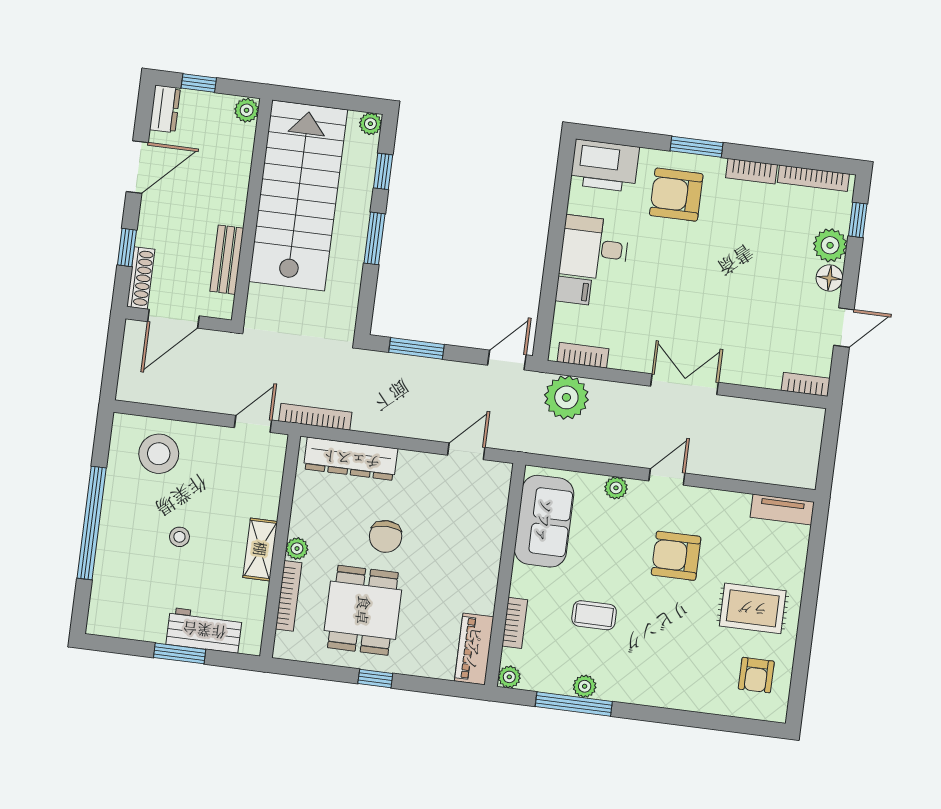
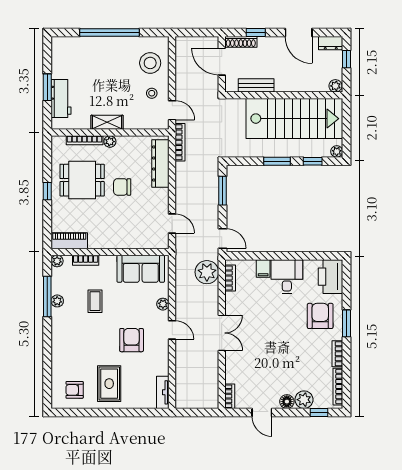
stool: (179, 537) -> (152, 93), moved

